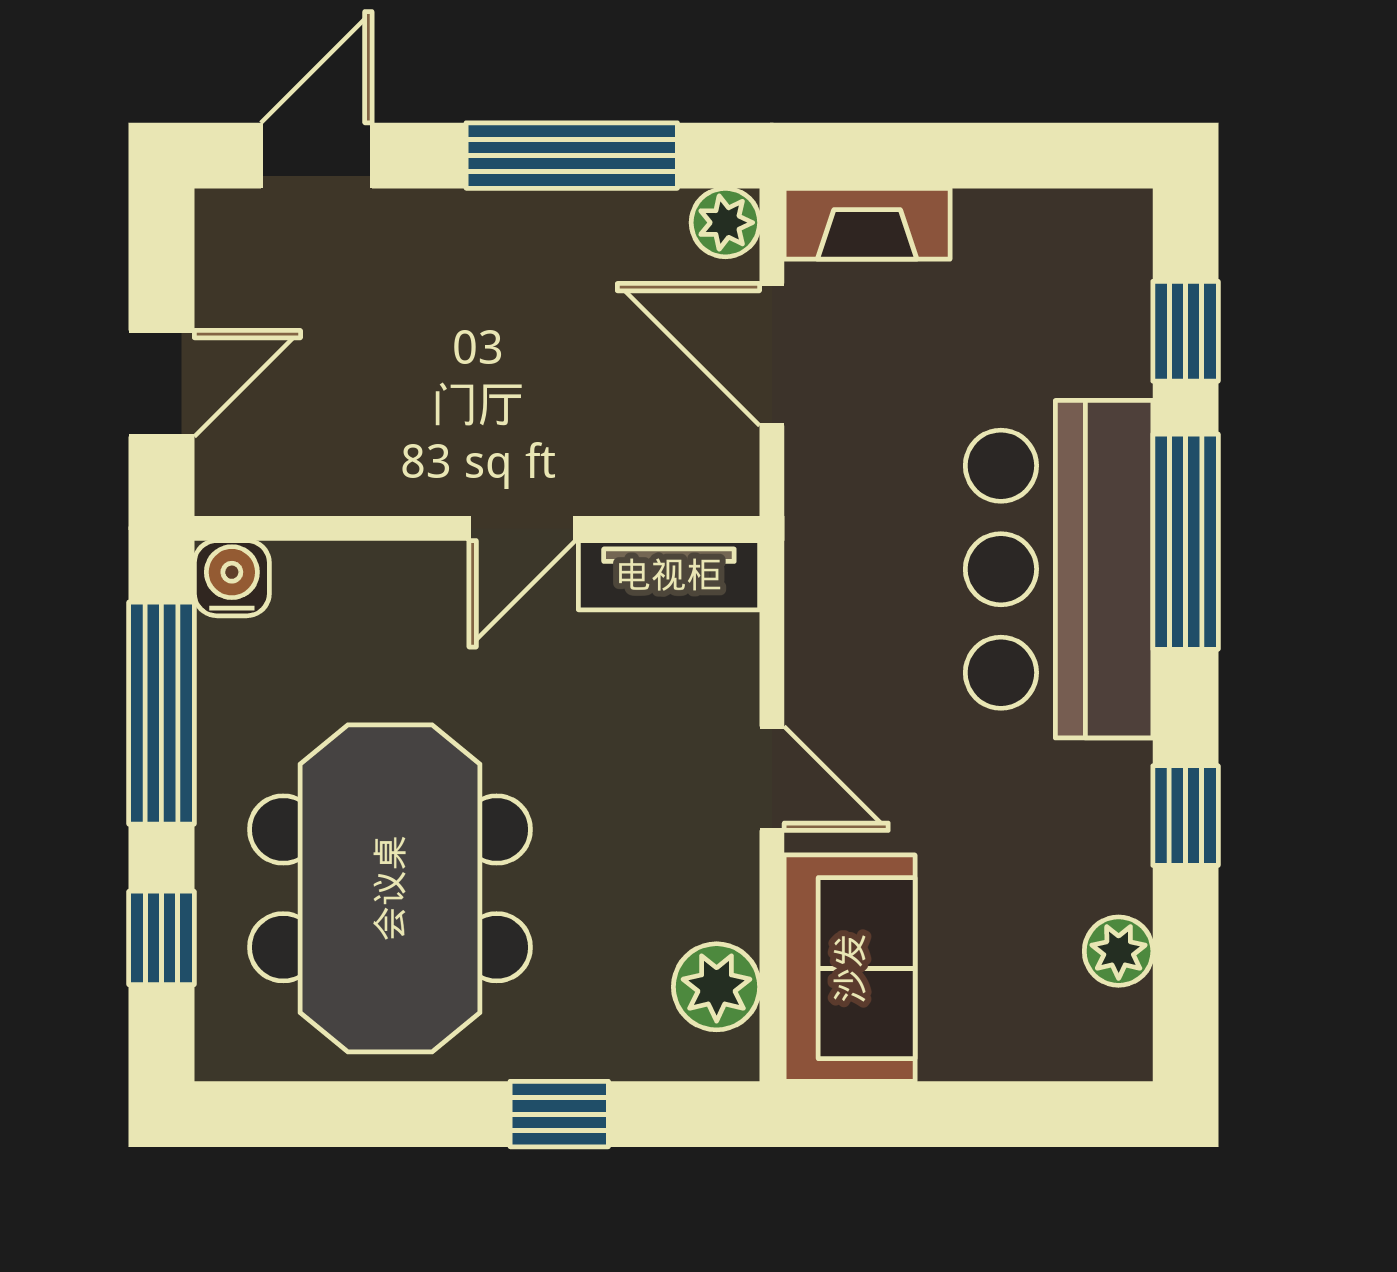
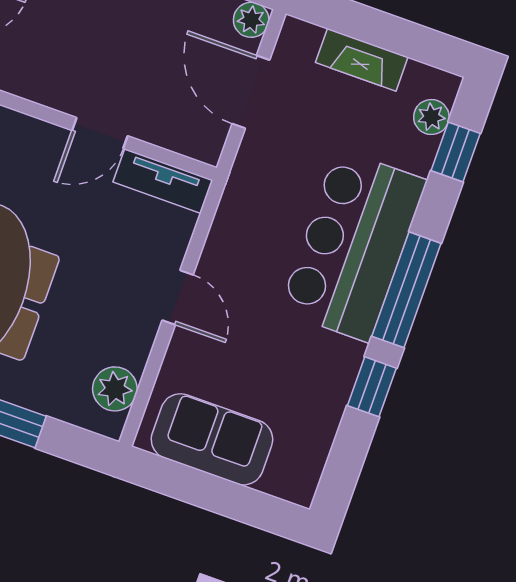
fireplace: (867, 224) -> (362, 60), moved
window: (1186, 542) -> (406, 290), moved
plant: (1119, 951) -> (431, 117), moved
sofa: (850, 968) -> (212, 439), moved, turned -90

